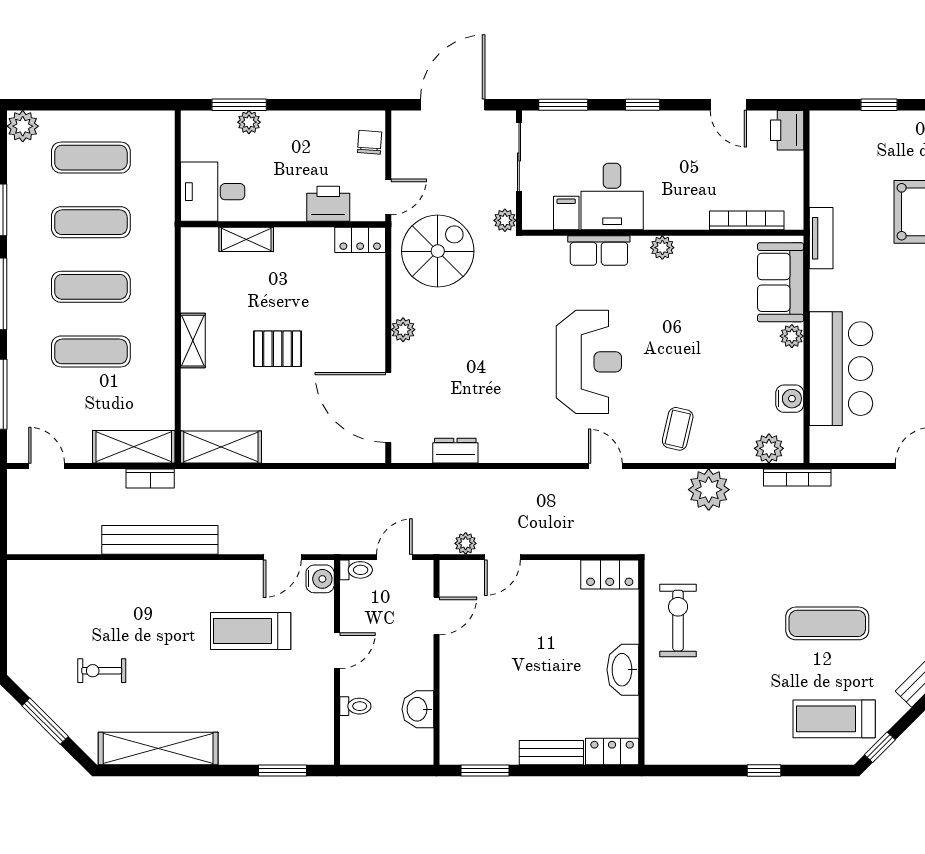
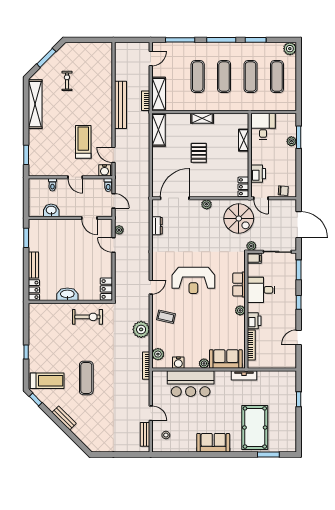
printer: (787, 130) -> (254, 321), moved, turned 90
filing cabinet: (566, 213) -> (254, 258), moved
treadmill: (834, 719) -> (47, 381), turned 90

